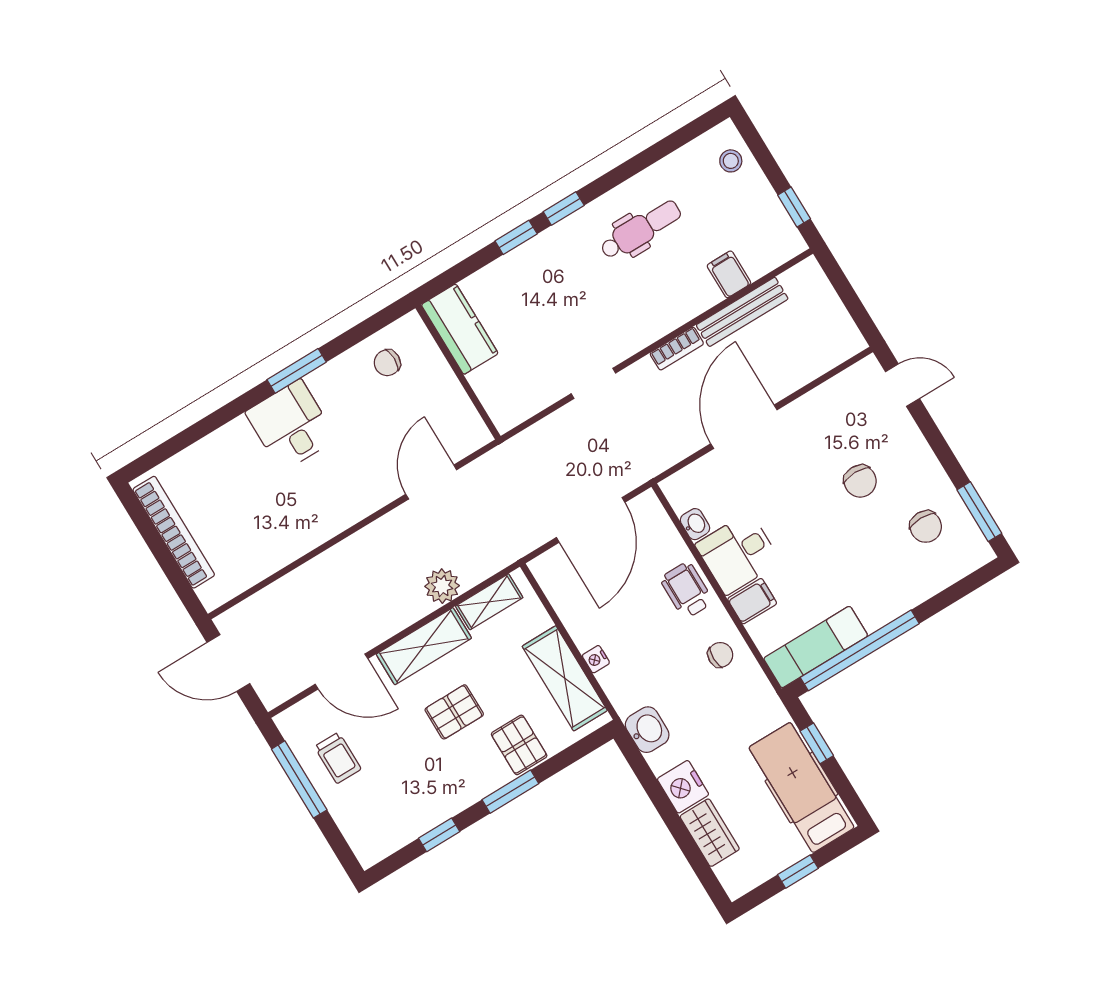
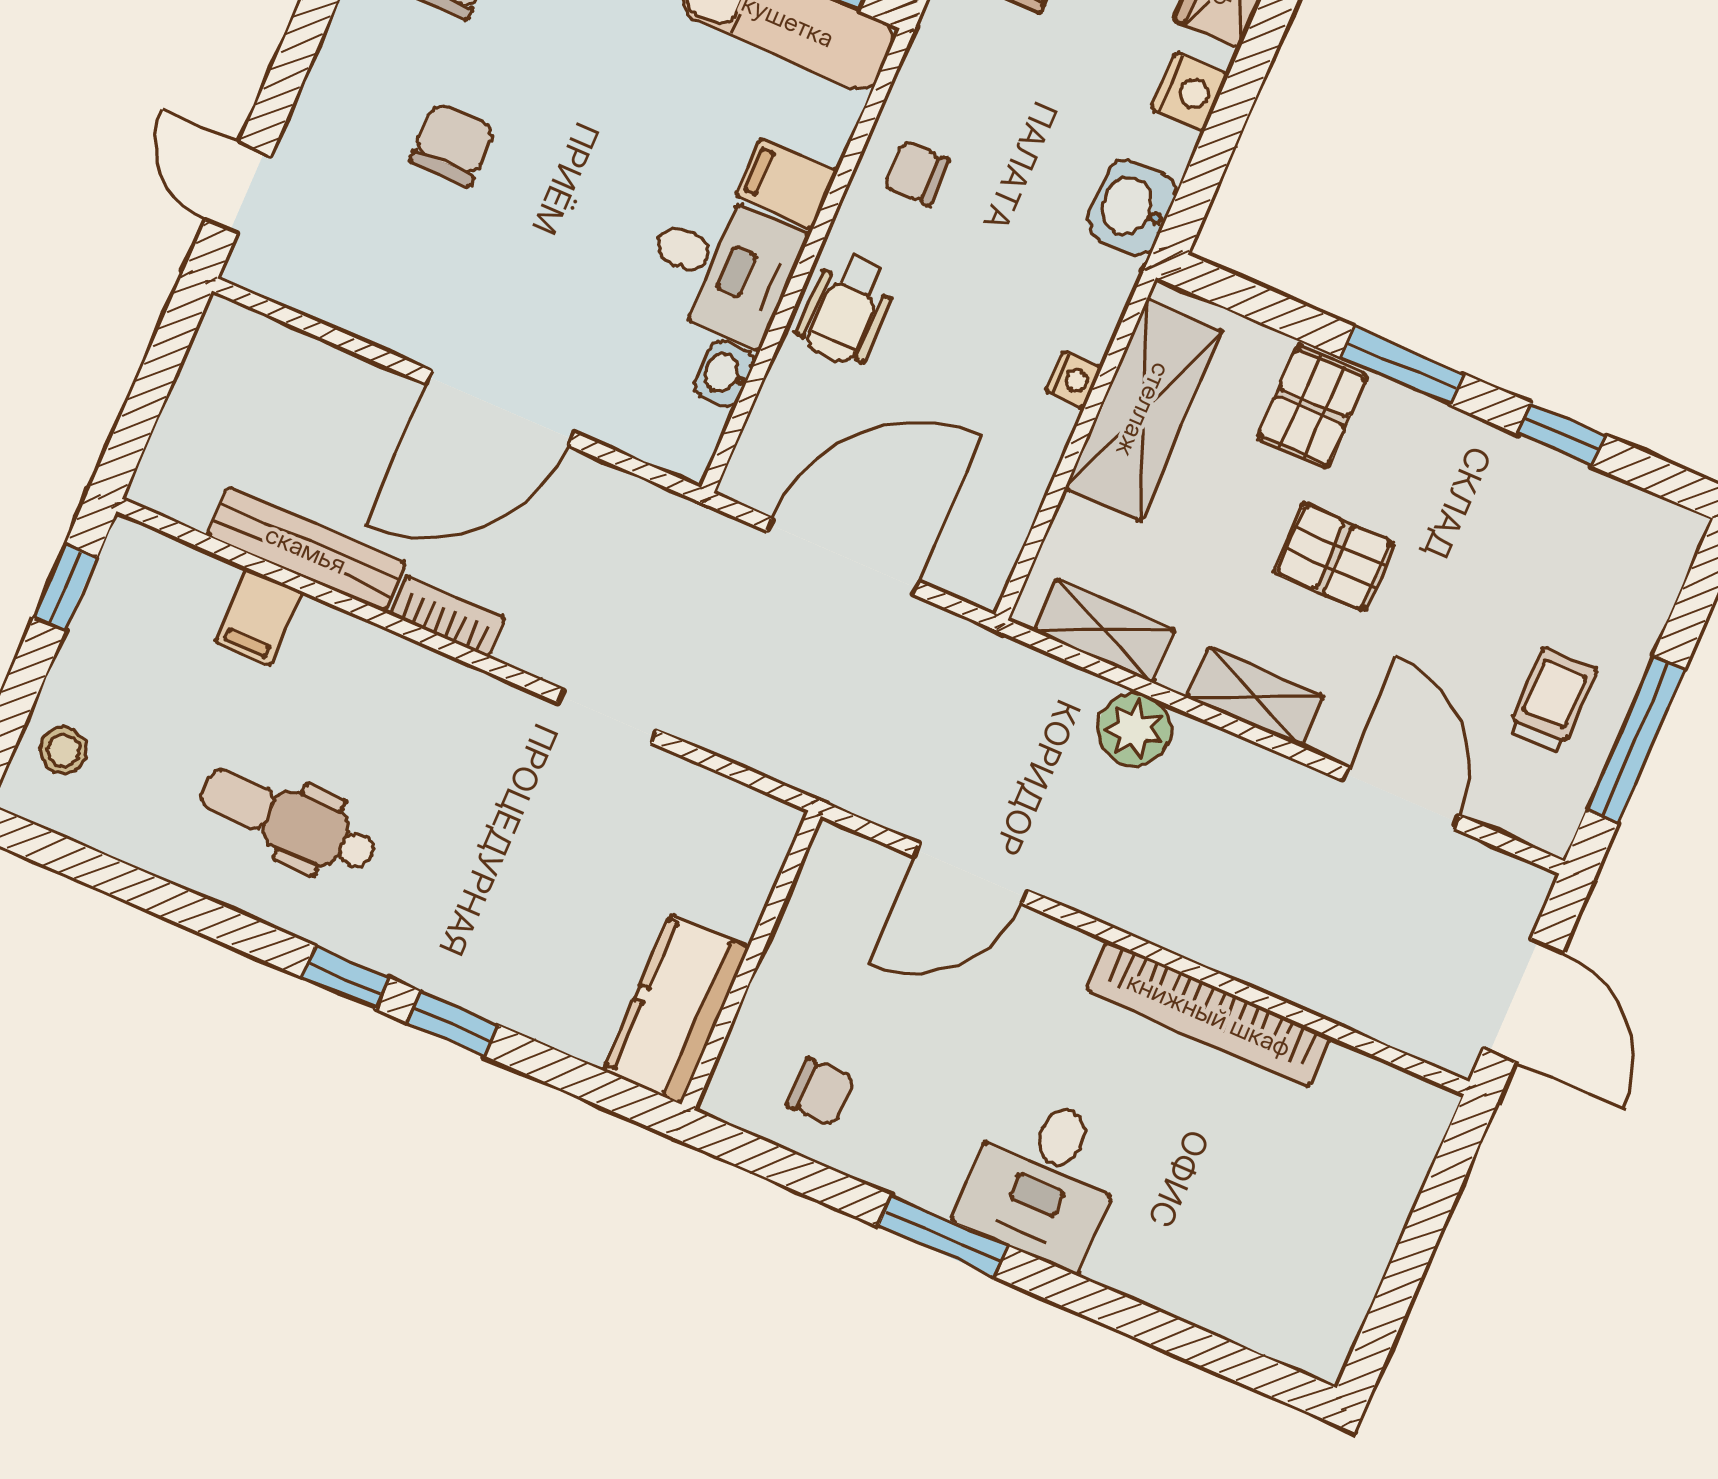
bookcase: (174, 532) -> (1209, 1014), moved, turned -90
shelving: (424, 646) -> (1255, 697), width x0.67, depth x0.75
nightstand: (683, 787) -> (1190, 92), width x0.74, depth x0.75

